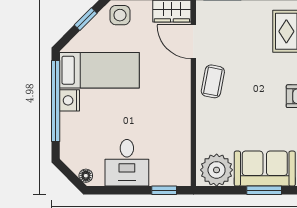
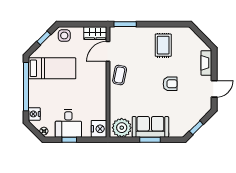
door: (193, 42) -> (108, 51), hinge flipped
nightstand: (70, 100) -> (34, 114), moved
nightstand: (178, 172) -> (99, 129), added
window: (164, 190) -> (69, 140), moved

